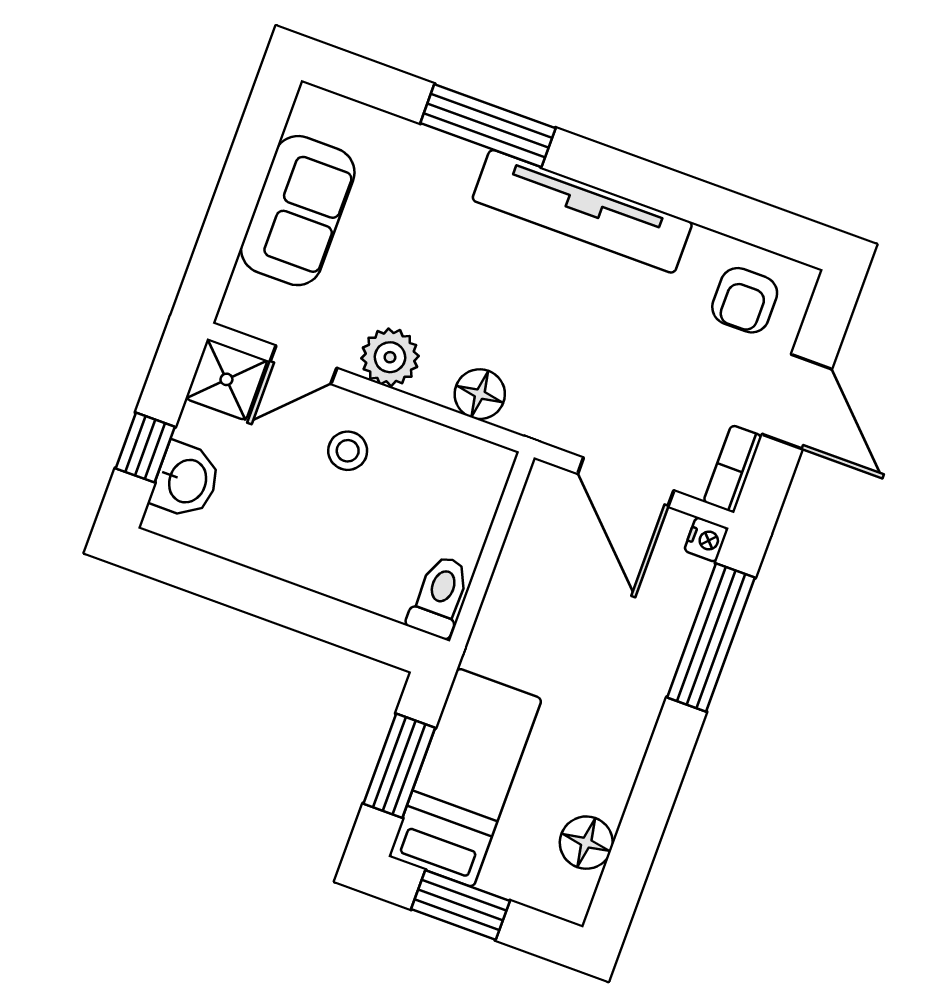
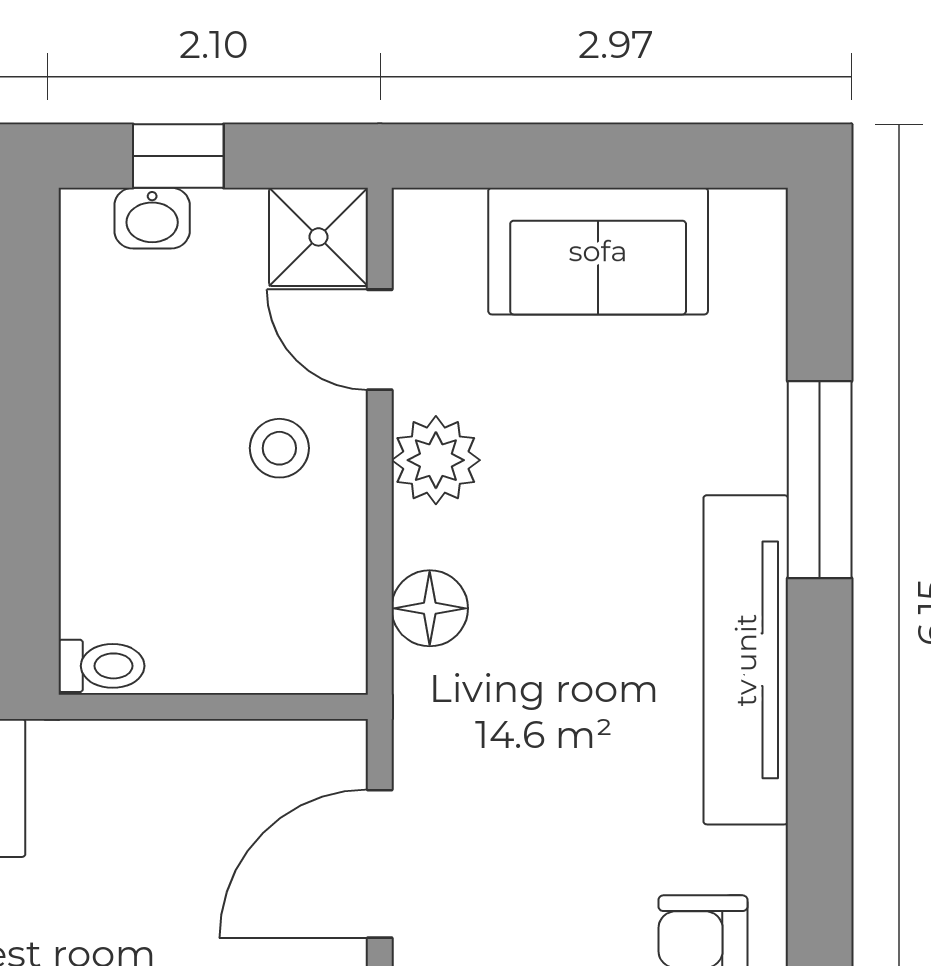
washbasin: (186, 481) -> (152, 218), width x0.72, depth x0.69
toilet: (439, 596) -> (102, 666), width x0.73, depth x0.72

